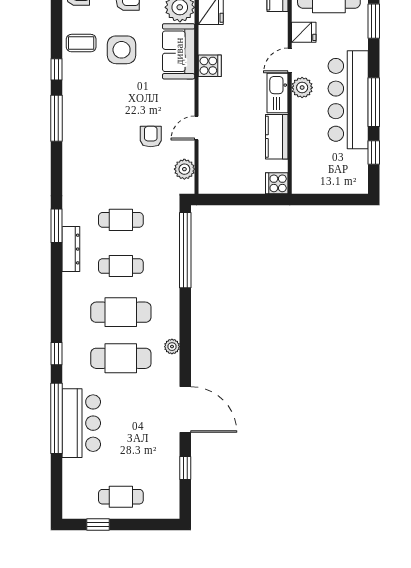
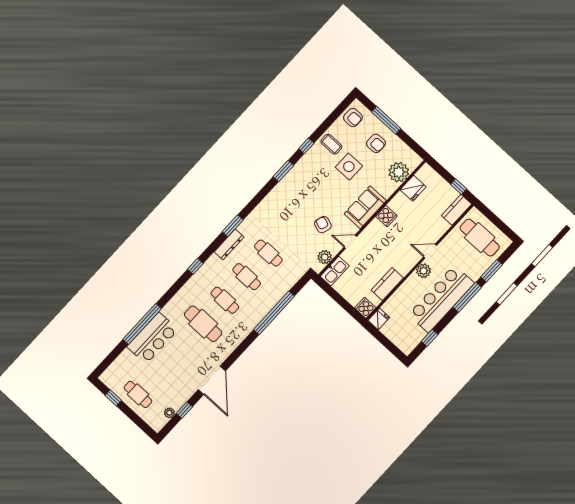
fridge: (304, 32) -> (379, 319), moved, turned -90
sofa: (179, 51) -> (365, 207), moved
kitchen sink: (278, 93) -> (335, 271), moved, turned 180
window: (374, 102) -> (467, 297), moved
window: (56, 118) -> (283, 171), width x0.69
armchair: (151, 137) -> (323, 225), turned -71
window: (185, 250) -> (274, 313), moved
cafe table: (121, 312) -> (225, 300), width x0.73, depth x0.74
plant: (172, 347) -> (169, 413), moved
window: (56, 354) -> (195, 266), moved

